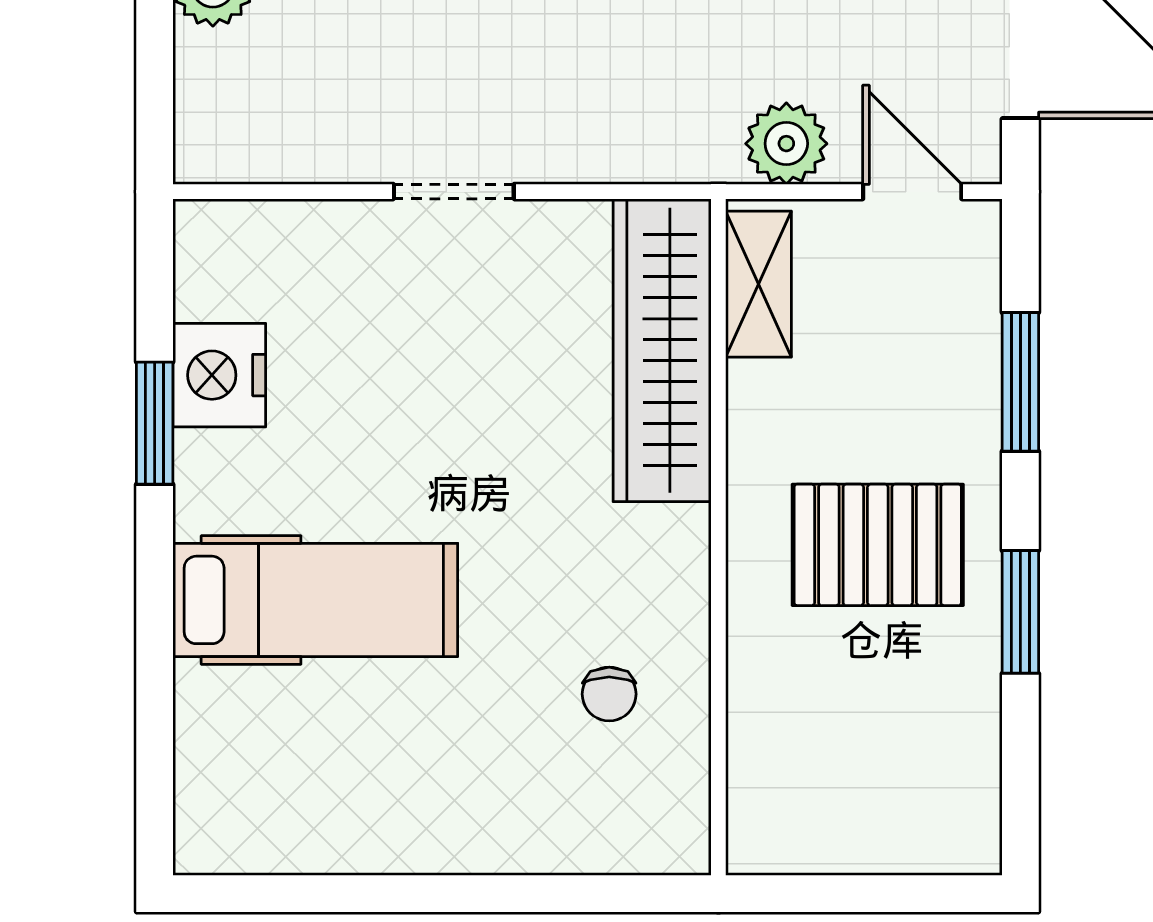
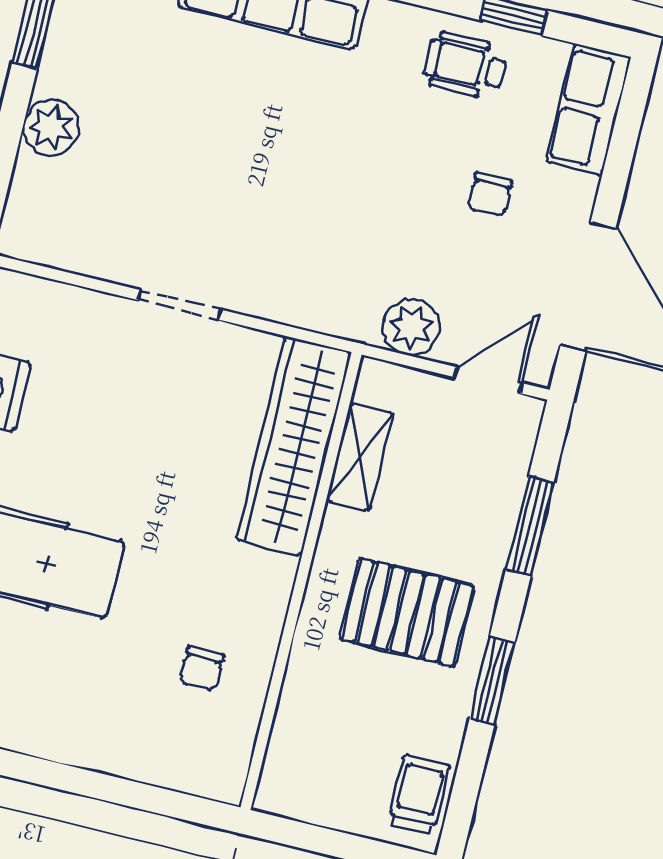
door: (912, 192) -> (488, 380), hinge flipped
shelving: (759, 284) -> (360, 457), moved
trolley: (957, 796) -> (419, 794), added

